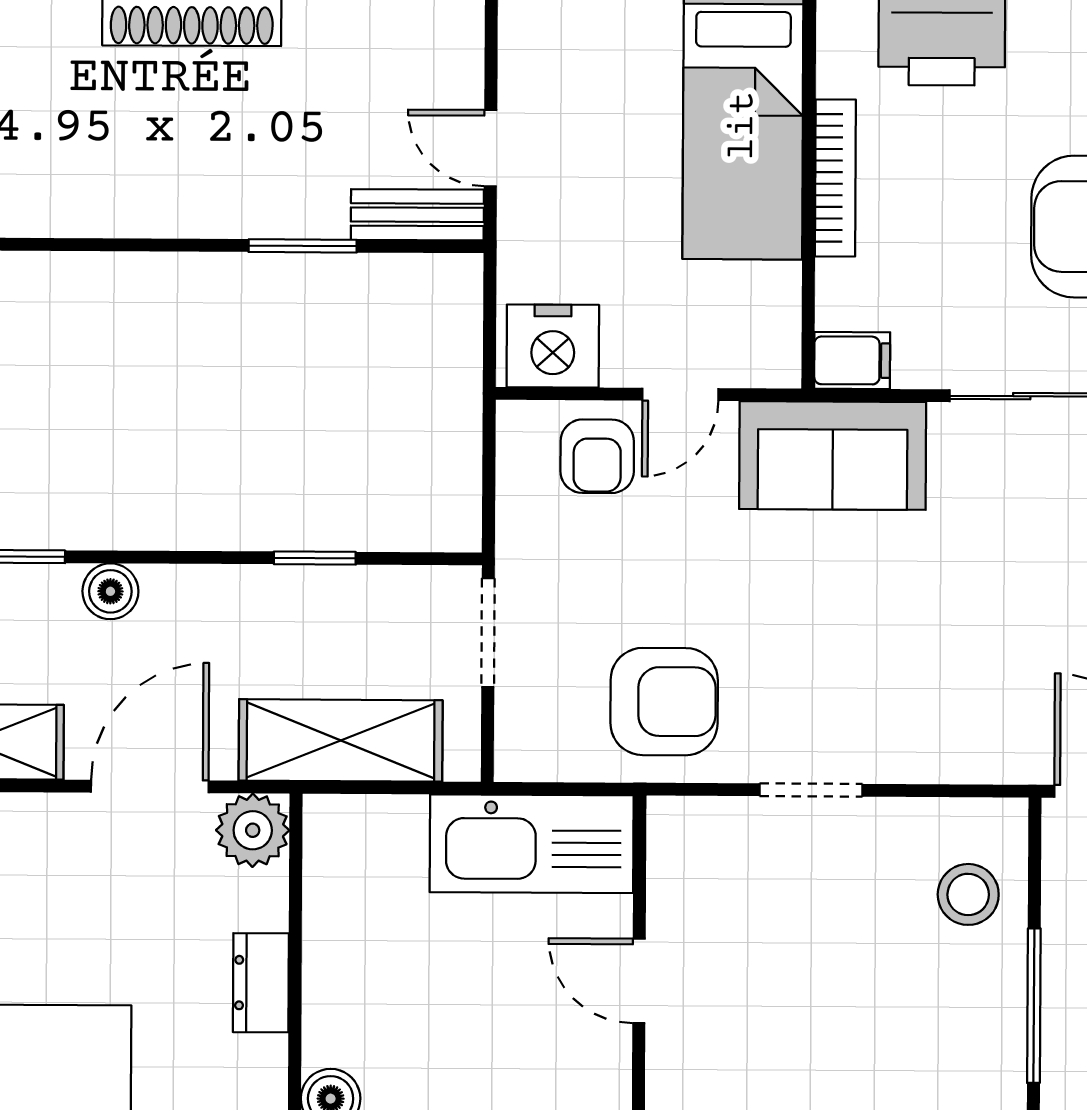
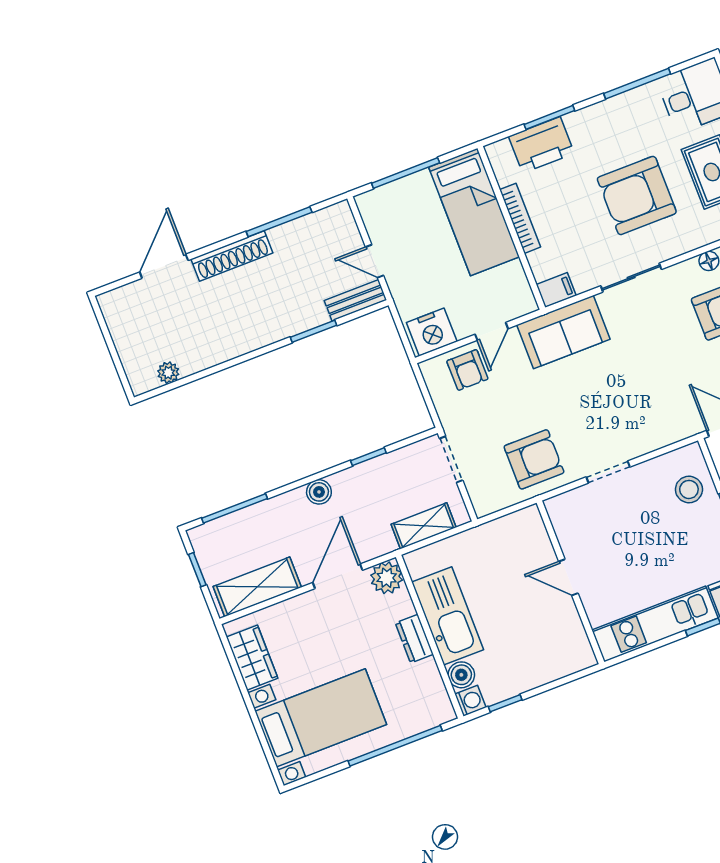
boiler: (110, 591) -> (319, 492), moved
shelving: (341, 740) -> (424, 526), width x0.67, depth x0.75
kitchen sink: (532, 844) -> (448, 616), moved, turned -90

